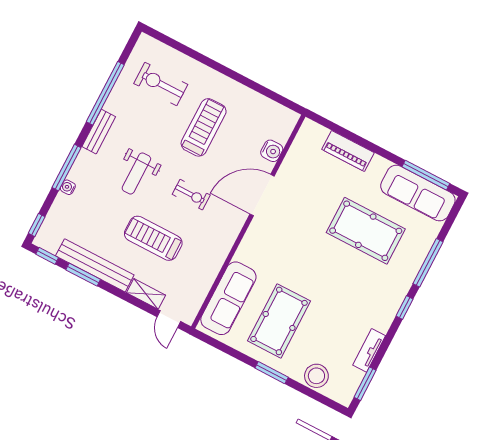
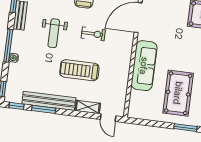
sofa: (228, 298) -> (144, 66), moved

